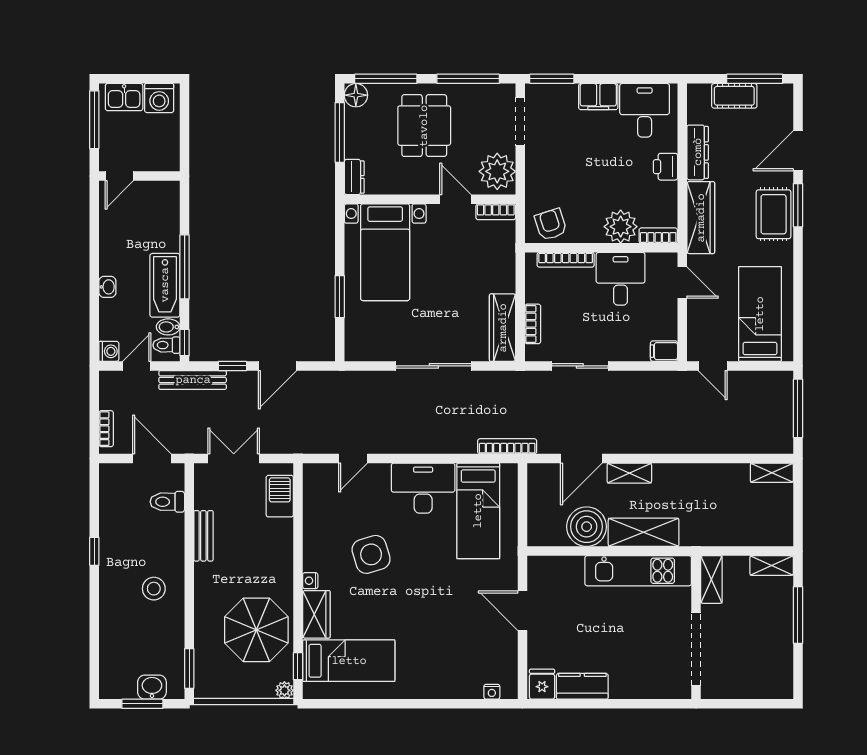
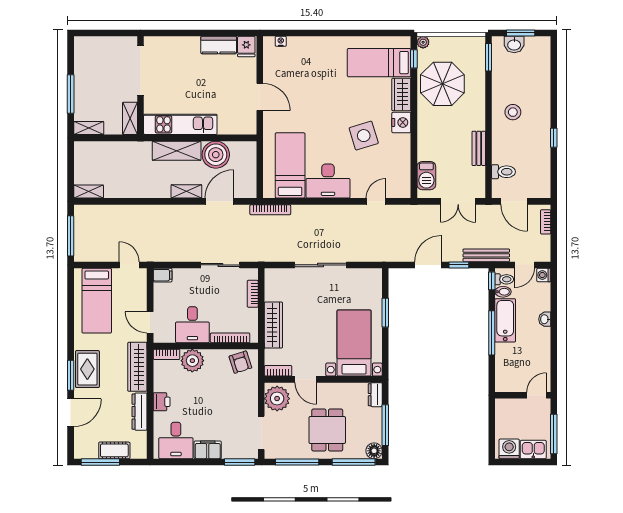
wardrobe: (503, 328) -> (273, 325), moved
nightstand: (310, 581) -> (401, 122), width x1.89, depth x1.79

